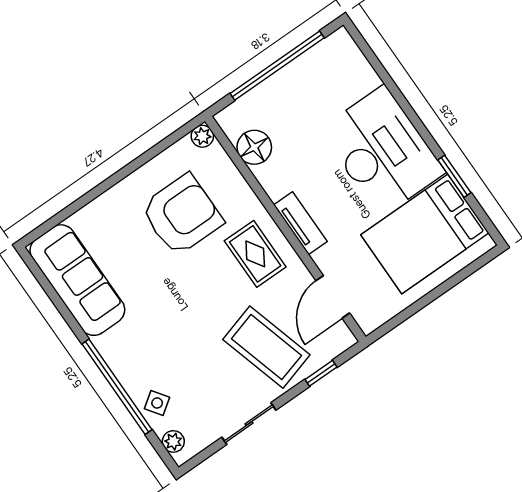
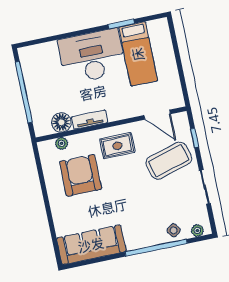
plant: (202, 136) -> (62, 143), moved
tv unit: (301, 223) -> (90, 120), moved
bed: (425, 234) -> (138, 54), width x0.67

